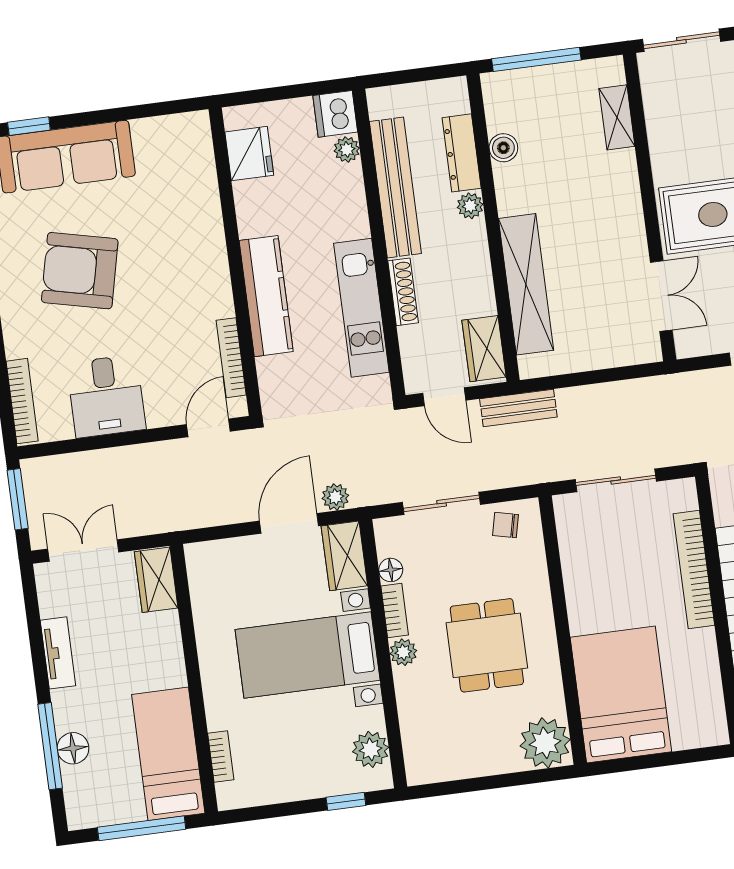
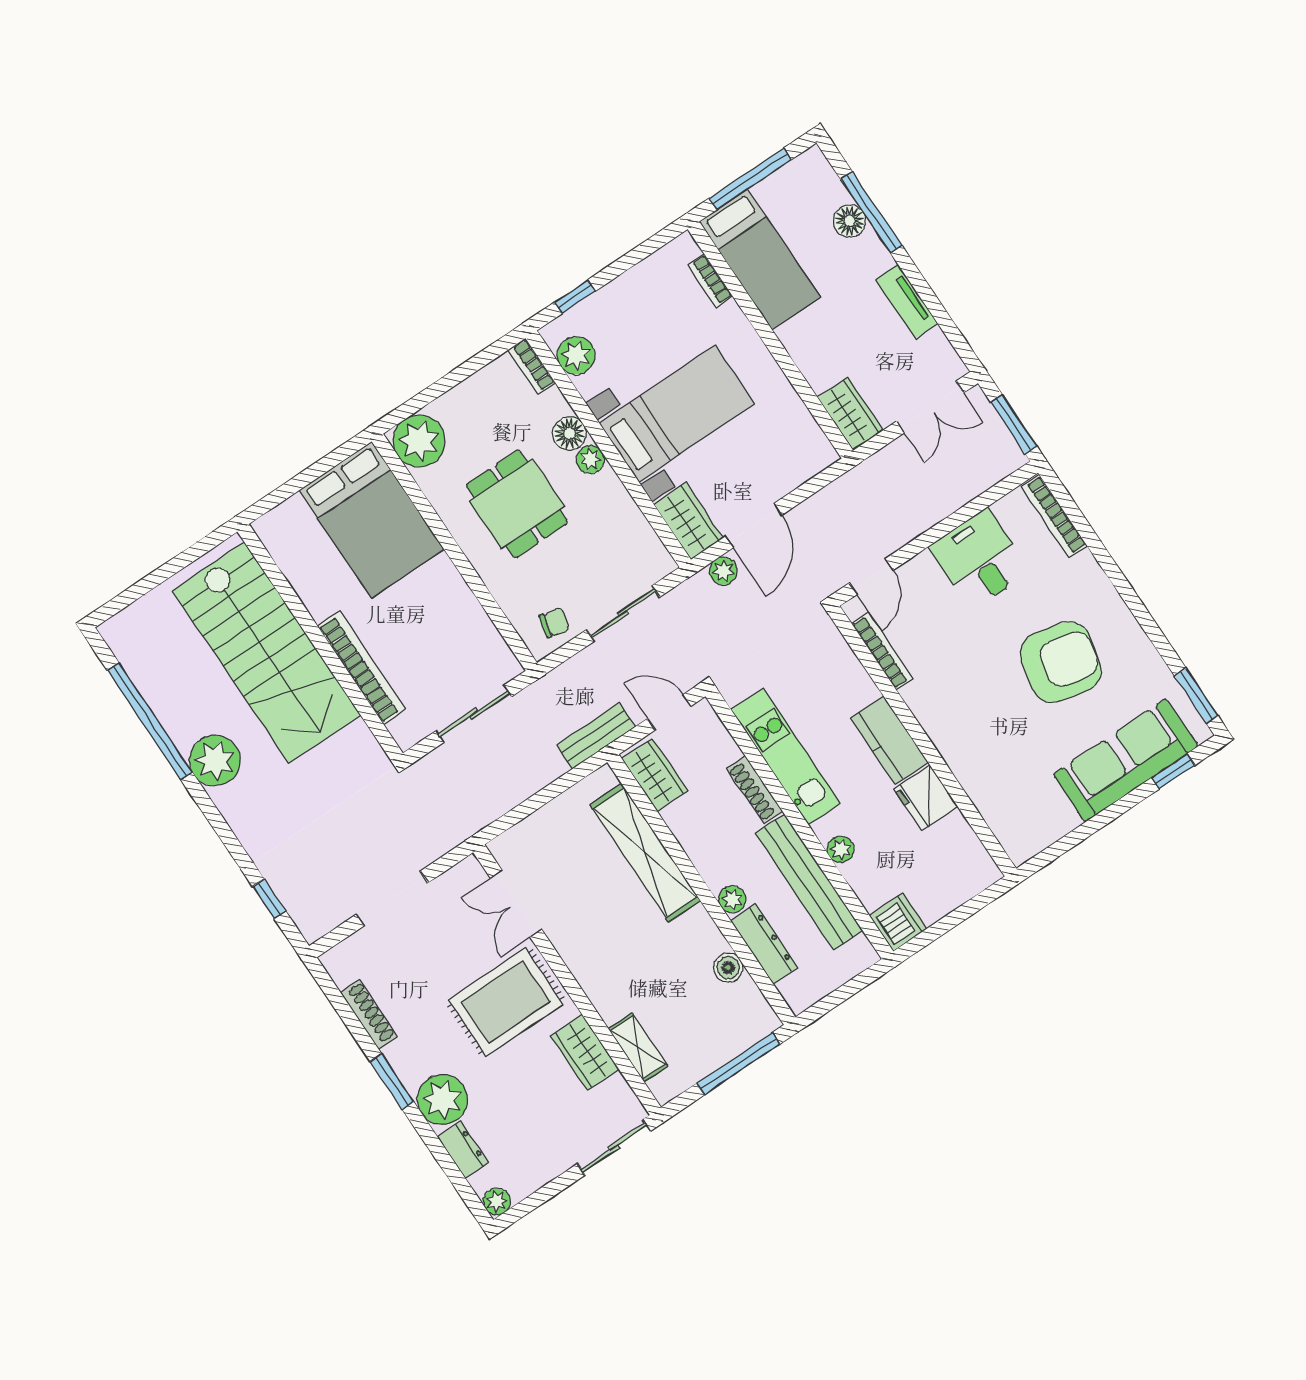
wardrobe: (666, 136) -> (585, 1052), added
plant: (347, 149) -> (841, 849), moved
fridge: (249, 154) -> (926, 798), moved
kitchen counter: (266, 296) -> (889, 740), width x0.67
floor lamp: (391, 570) -> (570, 433), moved, width x1.37, depth x1.37
bookcase: (395, 611) -> (532, 366), moved

